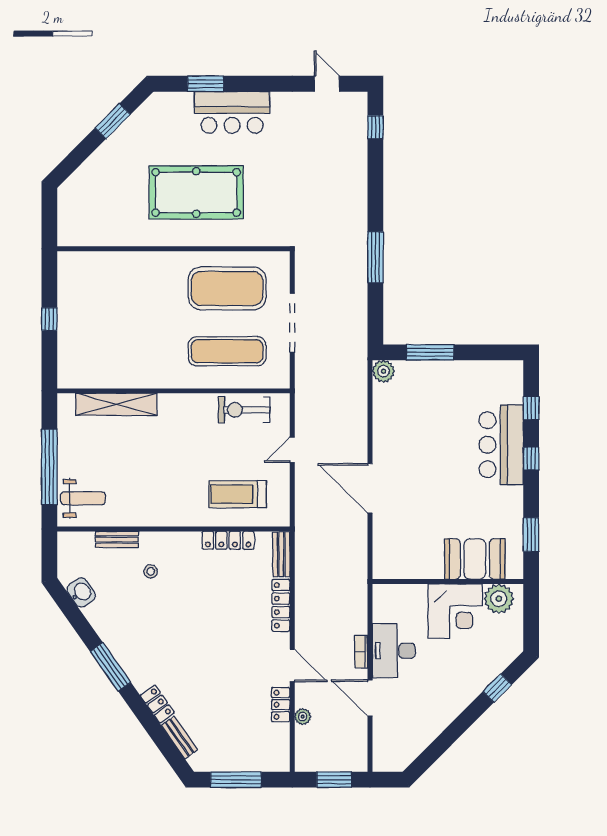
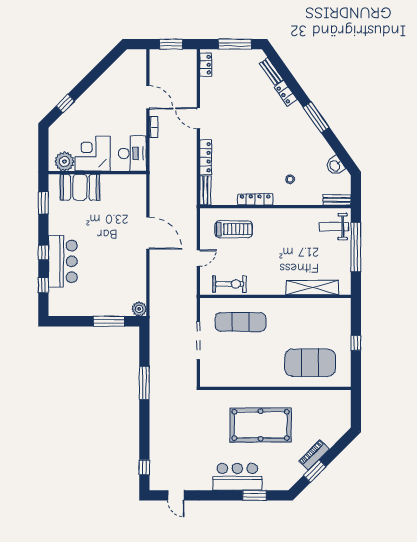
piano: (114, 146) -> (314, 455), added
exercise mat: (227, 288) -> (310, 363), moved
bench: (117, 540) -> (337, 200), moved
locker: (228, 540) -> (255, 199), moved
desk: (394, 651) -> (132, 153), moved
locker: (281, 705) -> (206, 65), moved
plant: (303, 717) -> (192, 85), removed

